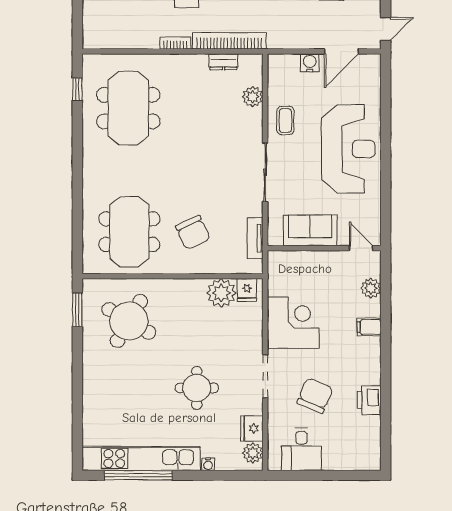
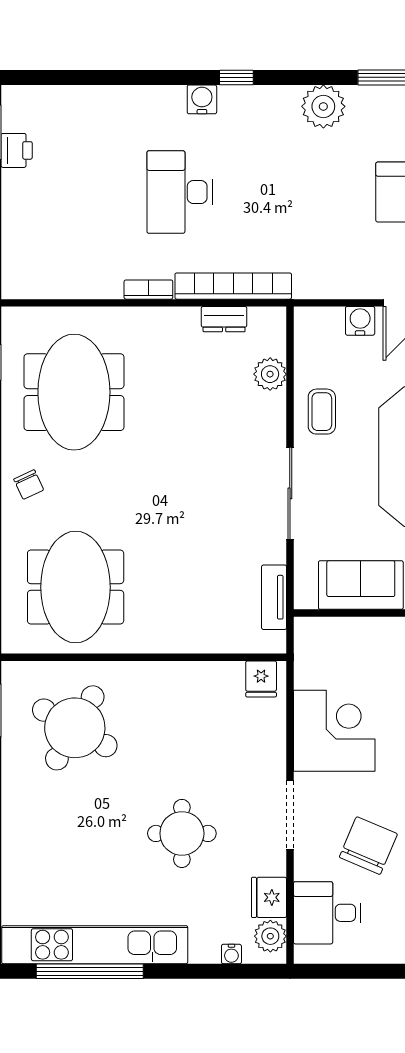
chair: (193, 233) -> (29, 485), moved, width x0.54, depth x0.54
plant: (221, 293) -> (221, 684), removed
desk: (302, 449) -> (327, 913), moved, turned 90
water cooler: (208, 464) -> (231, 954), moved

